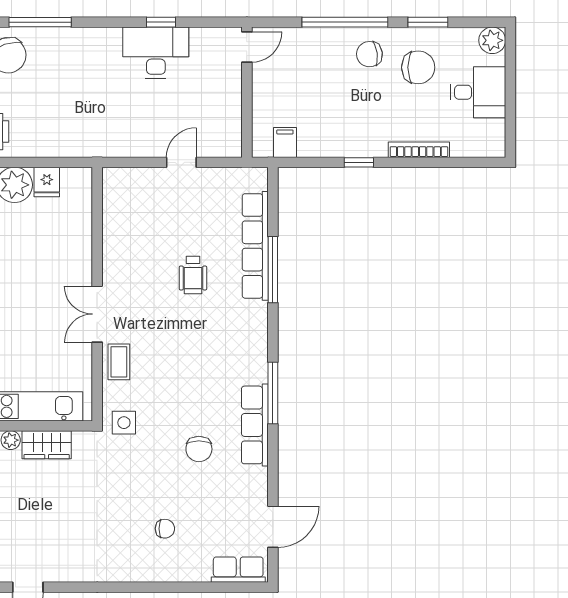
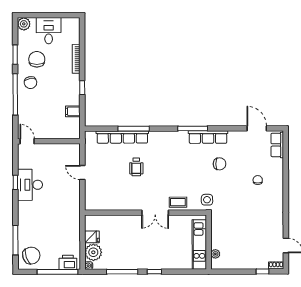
filing cabinet: (285, 142) -> (73, 111), moved
wheelchair: (193, 275) -> (136, 167), turned 90
wardrobe: (47, 445) -> (218, 237), removed

